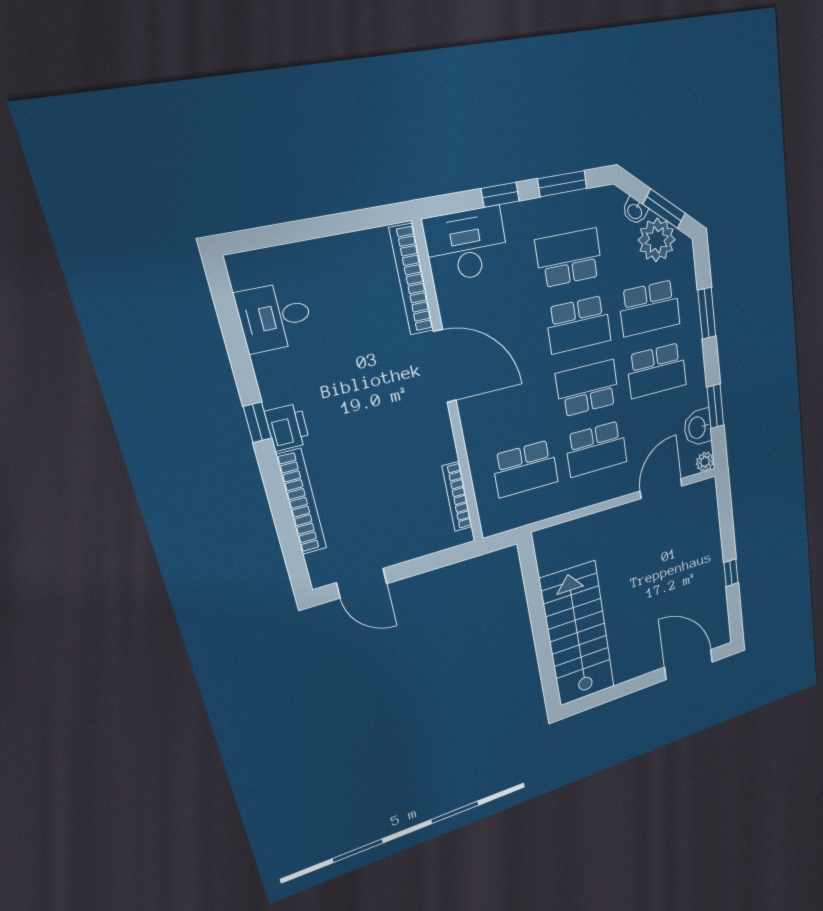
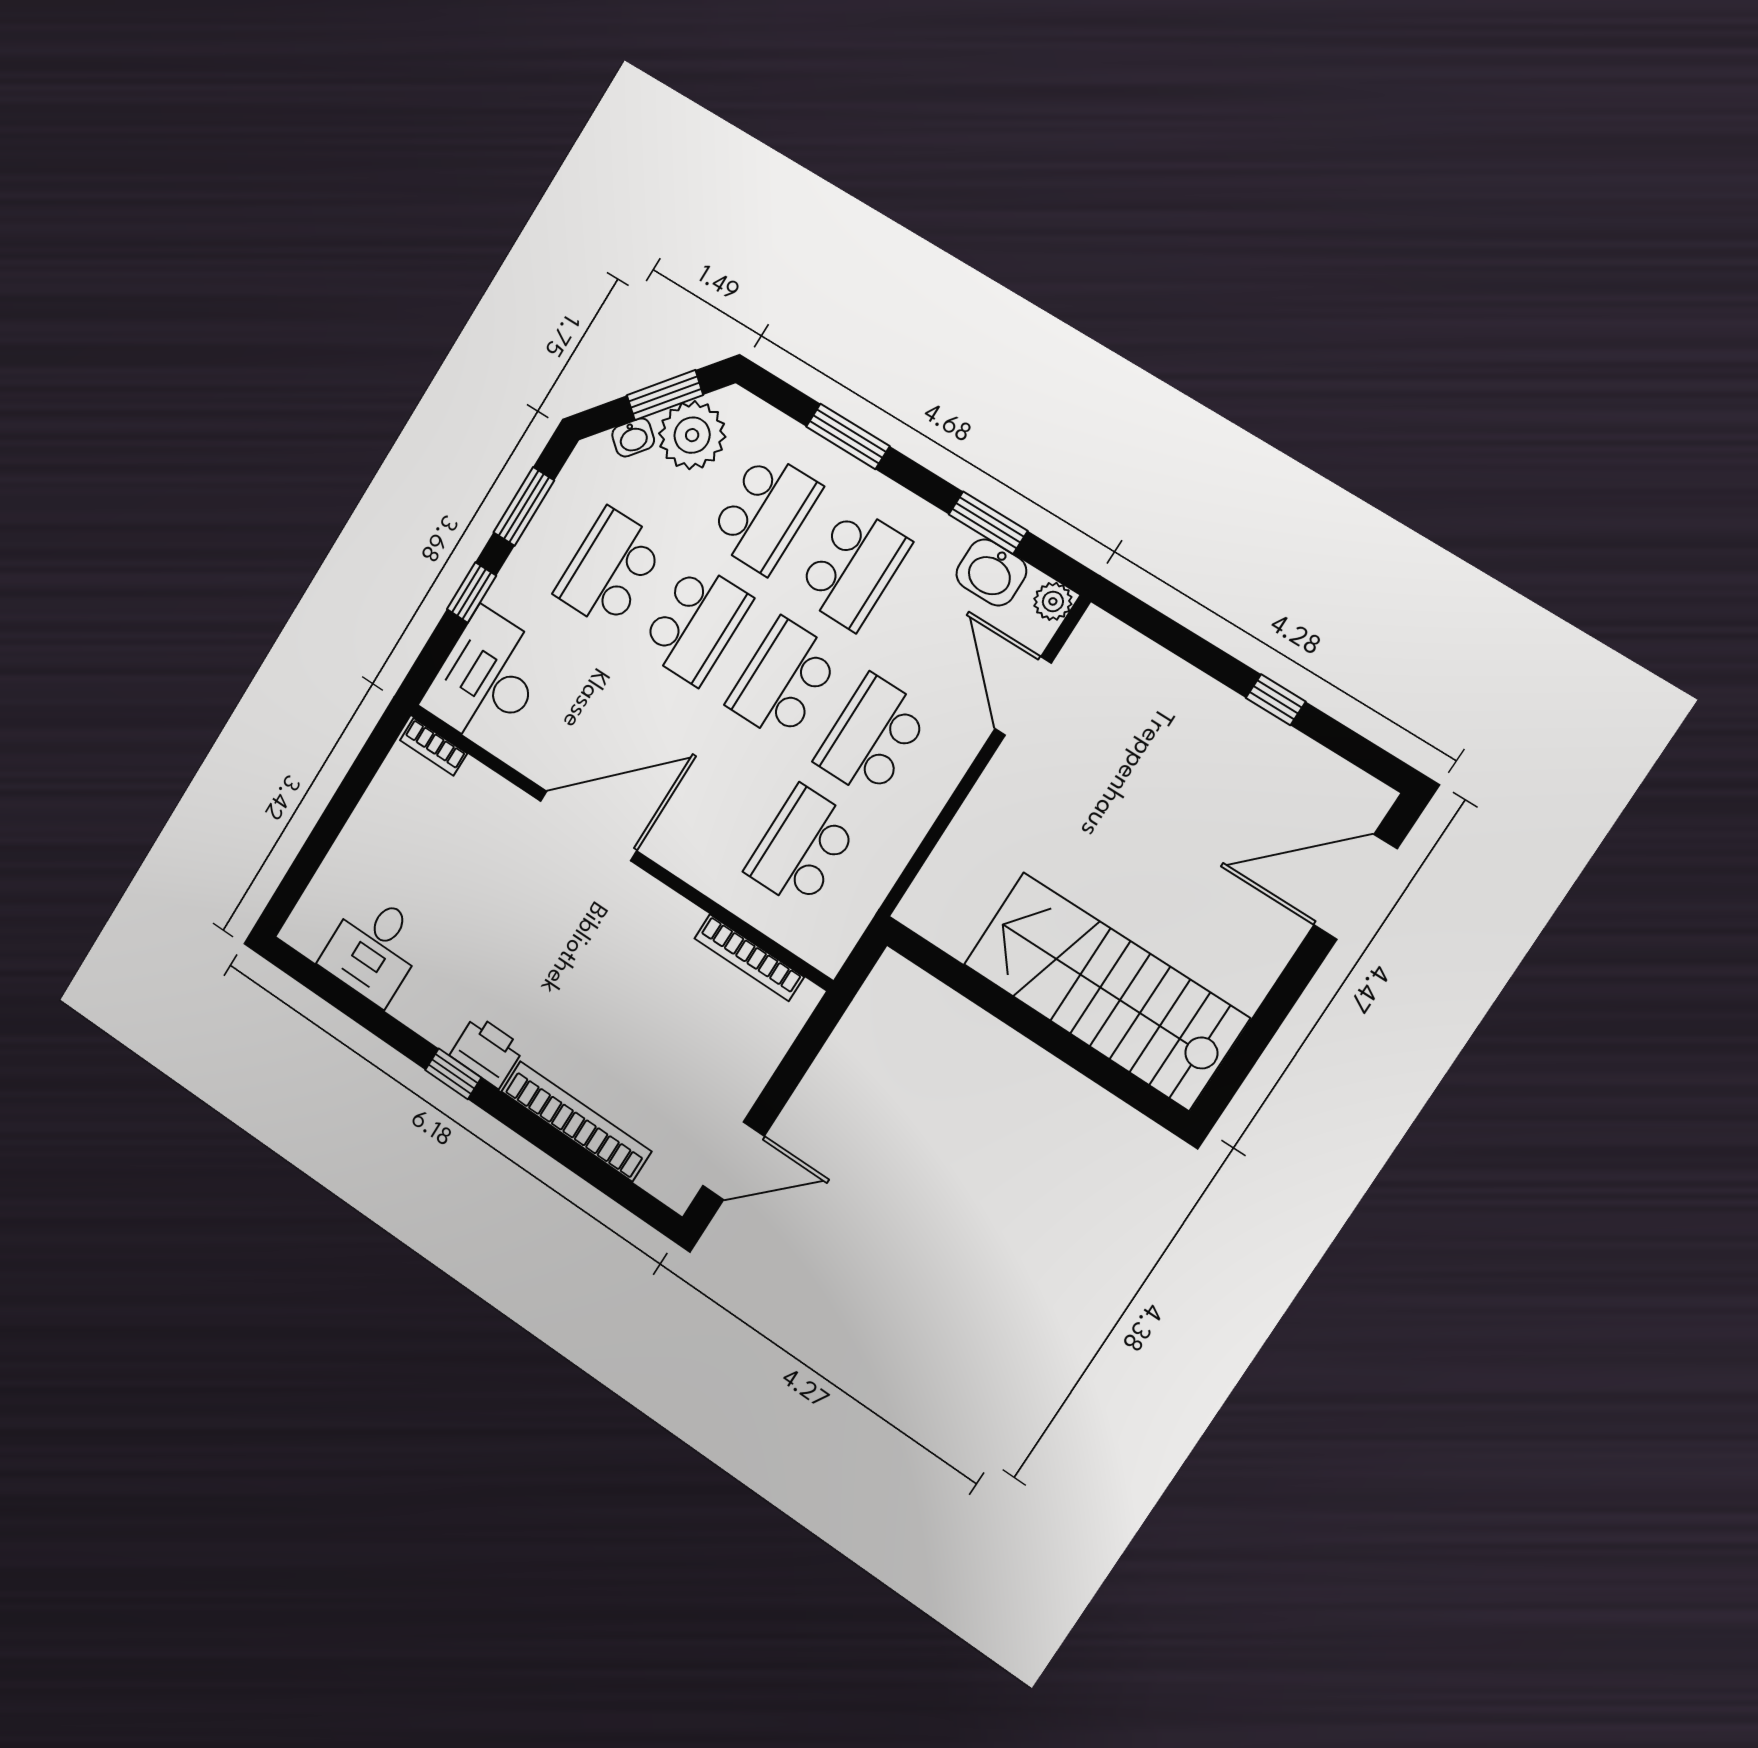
bookcase: (412, 280) -> (434, 747), width x0.43, depth x0.76
school desk: (596, 449) -> (872, 736), turned 180
school desk: (525, 469) -> (802, 847), turned 180

